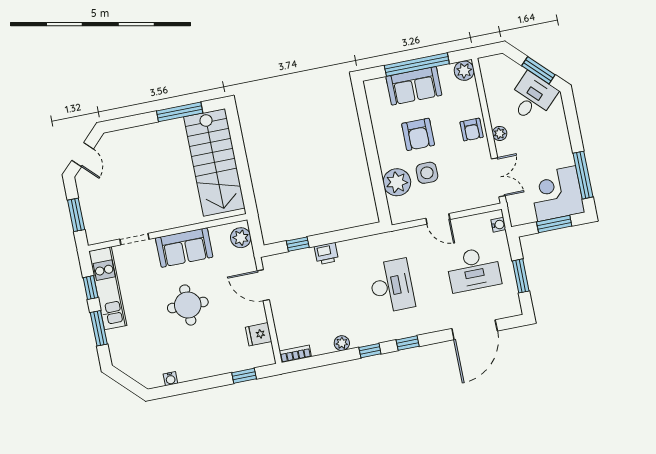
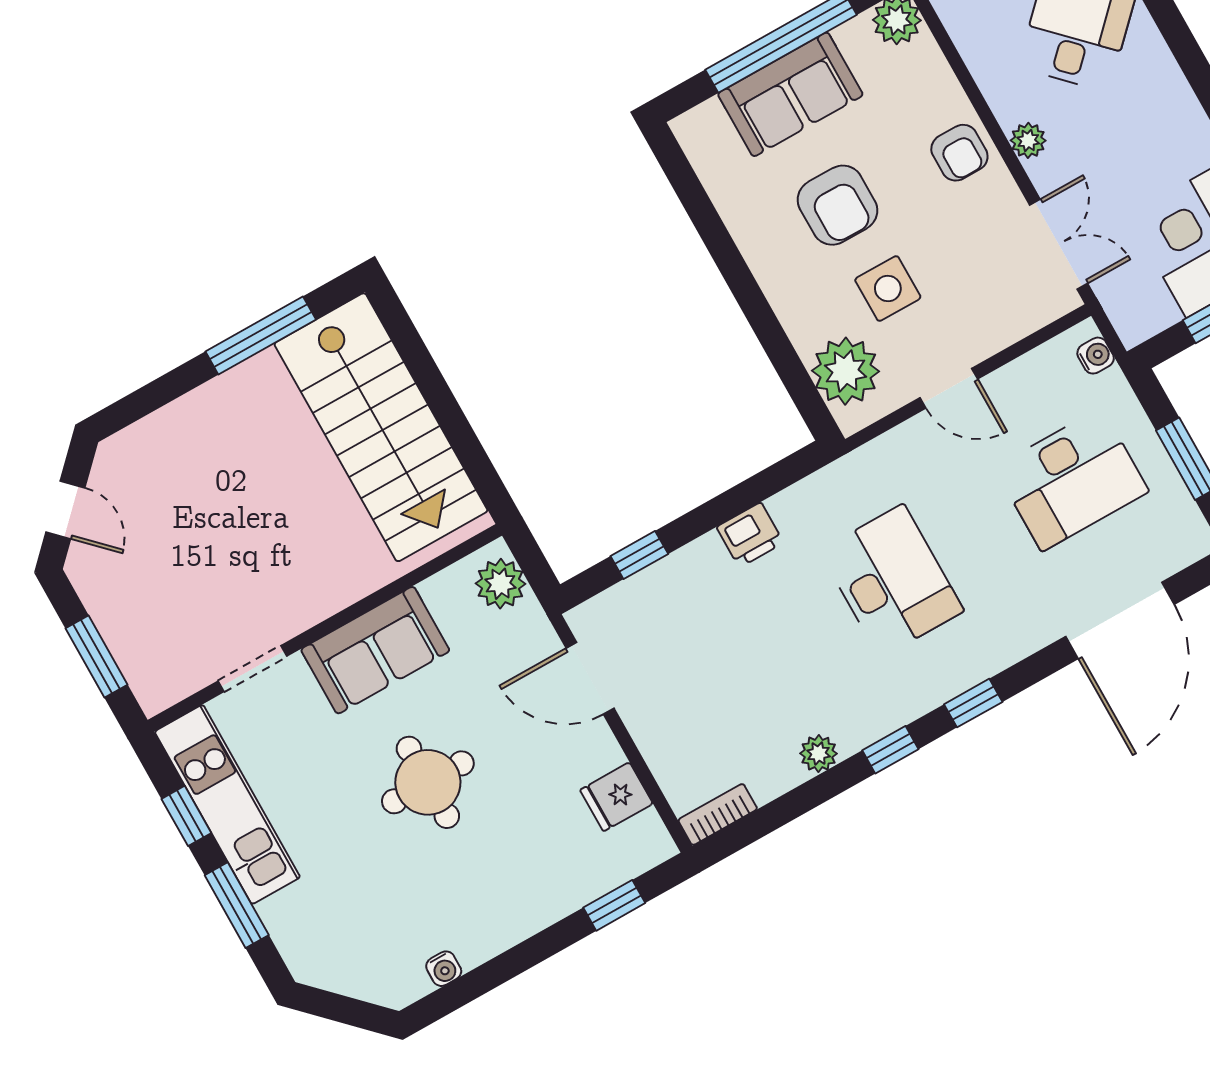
plant: (397, 182) -> (846, 371), moved
printer: (326, 254) -> (750, 535), moved

